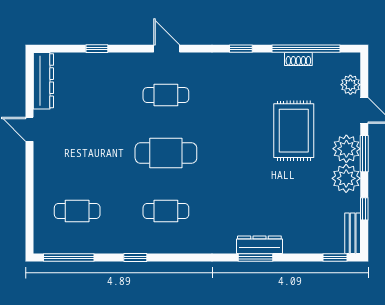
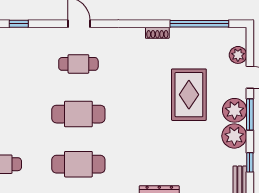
window: (241, 49) -> (143, 24), removed
shoe rack: (298, 59) -> (157, 33), moved
cafe table: (166, 211) -> (78, 164), width x1.37, depth x1.35

